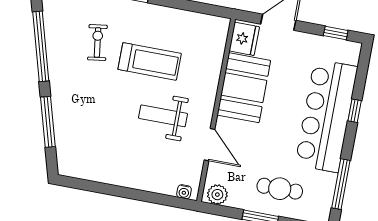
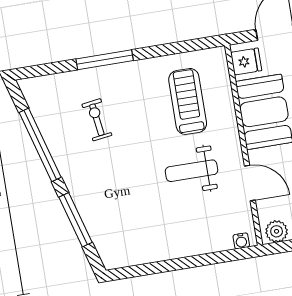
fridge: (244, 39) -> (246, 61), width x0.72
treadmill: (150, 61) -> (188, 101), moved, turned -90

